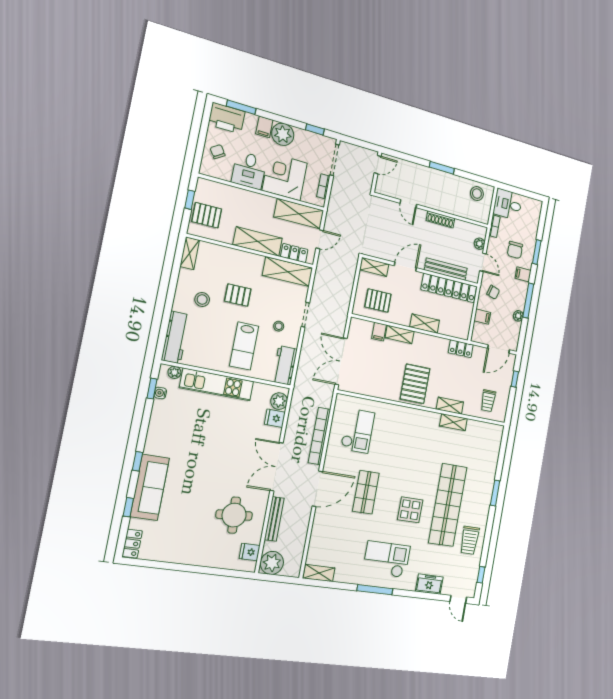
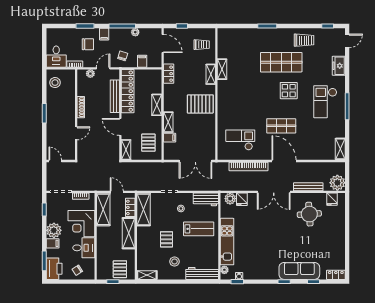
shop shelf: (448, 505) -> (281, 62), width x0.71

